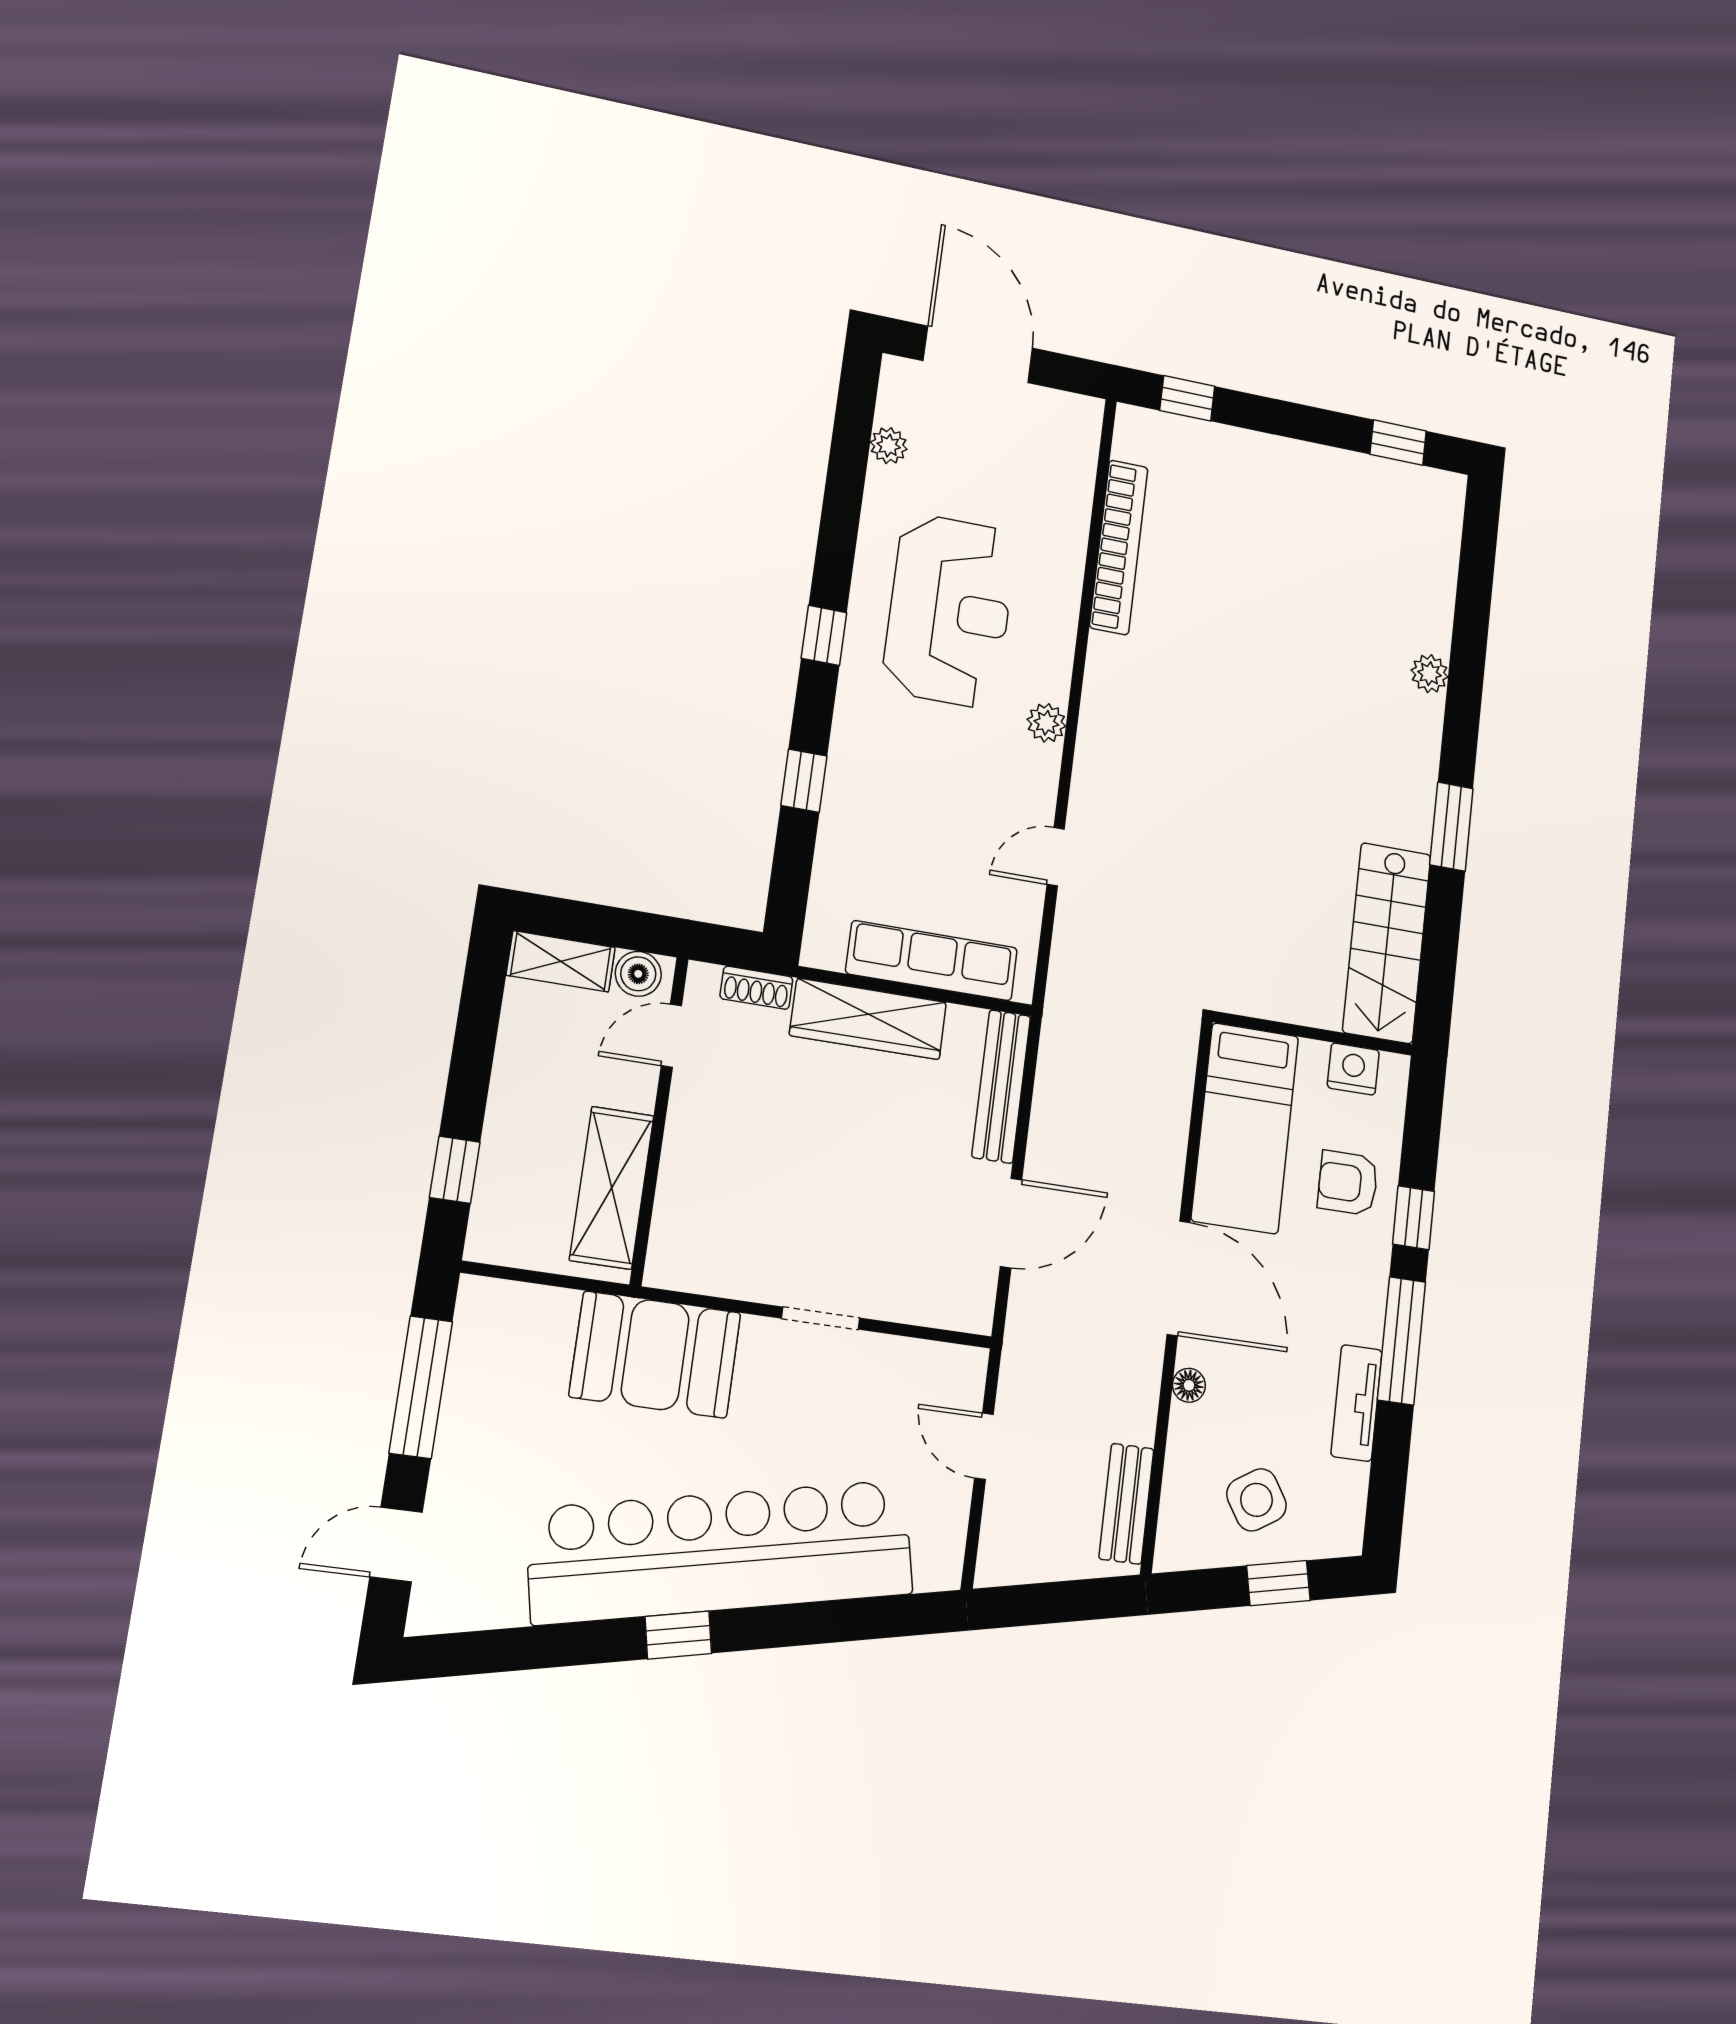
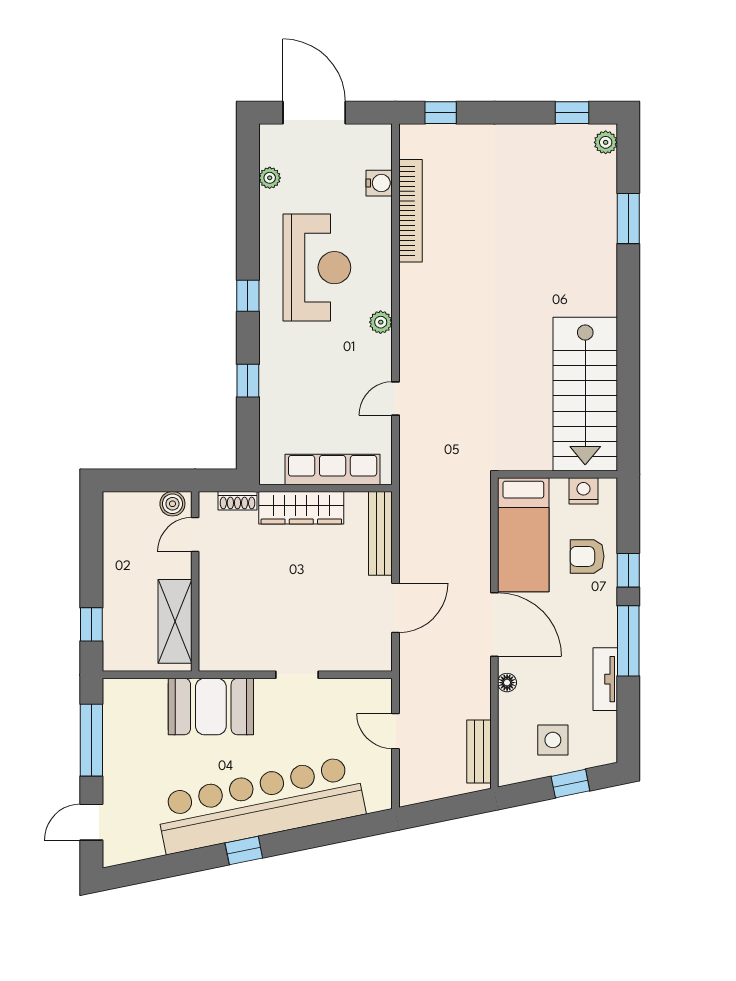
water cooler: (1072, 491) -> (379, 183), added
plant: (1430, 674) -> (606, 142), moved
window: (1451, 827) -> (628, 219), moved
stairs: (1387, 943) -> (585, 394), width x1.36, depth x1.51
shelving: (561, 961) -> (130, 504), removed
side table: (1256, 1500) -> (553, 740), turned 32

